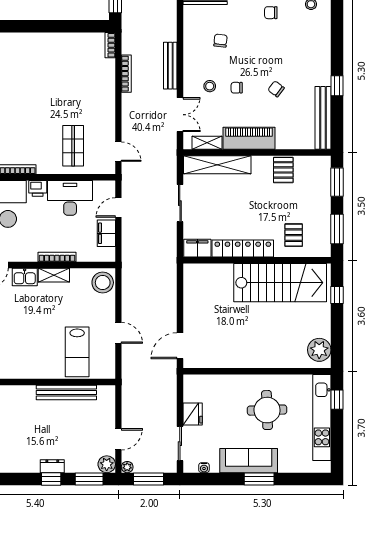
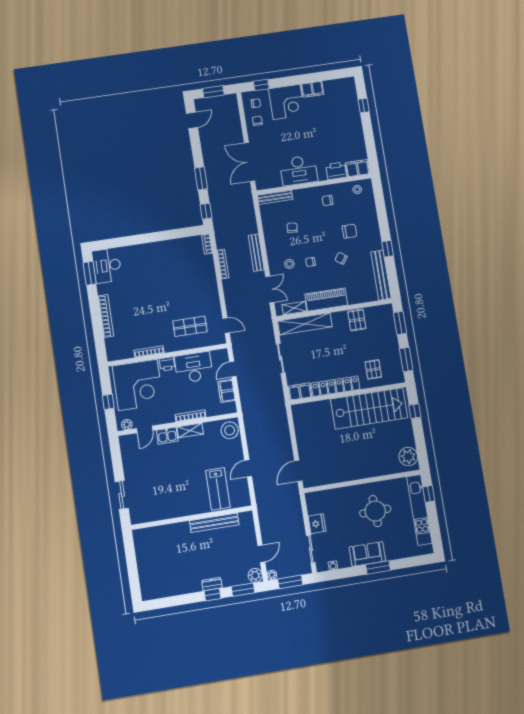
chair: (292, 56) -> (350, 231), added
shop shelf: (73, 146) -> (190, 326), turned 90
door: (118, 333) -> (248, 468), swing flipped
sofa: (249, 461) -> (367, 554), width x0.73

